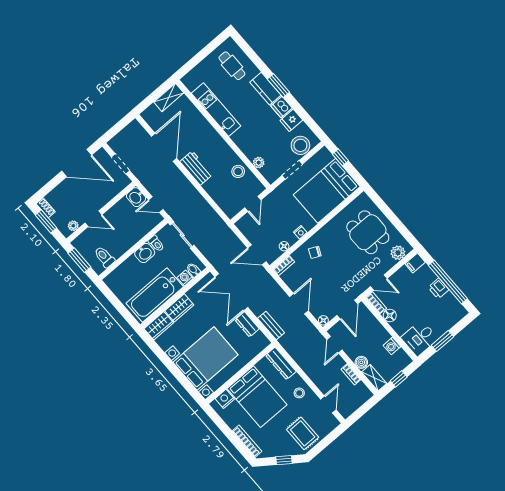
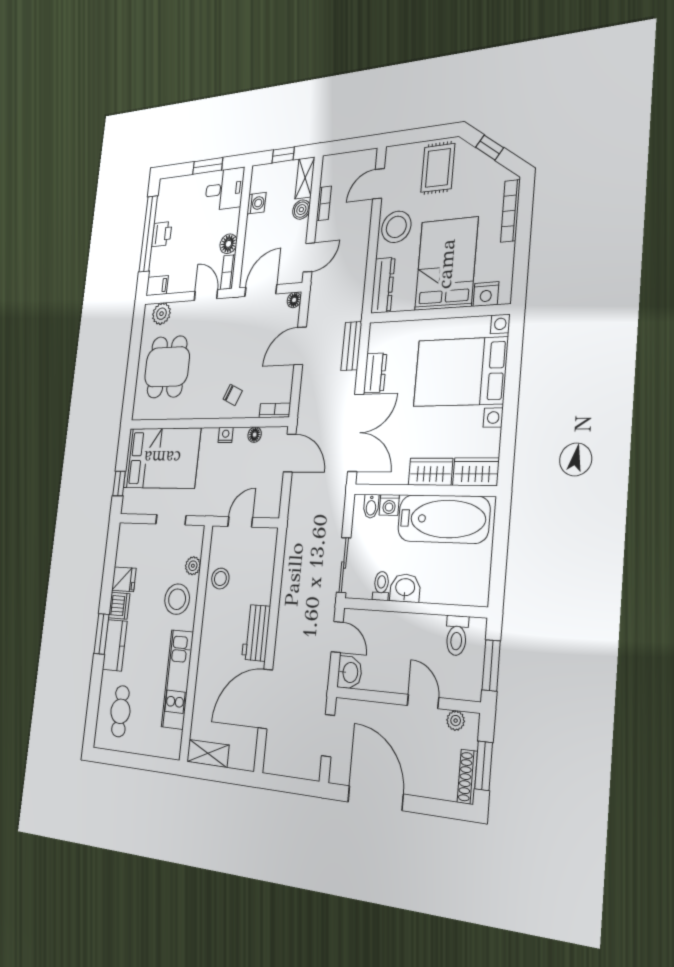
stool: (300, 145) -> (177, 599), moved
shoe rack: (46, 208) -> (467, 777), width x1.43
stool: (299, 393) -> (396, 227), width x1.89, depth x1.89

